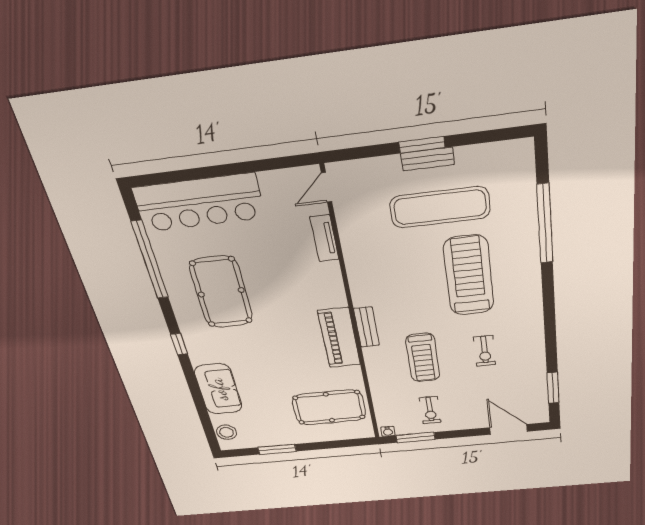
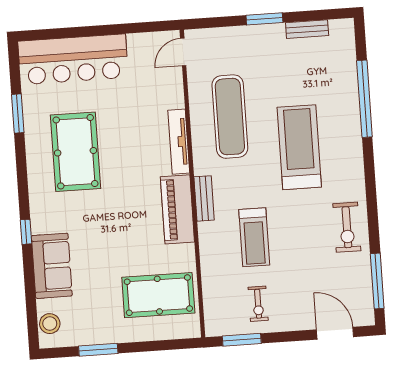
bench: (427, 159) -> (307, 29), moved
exercise mat: (440, 207) -> (230, 117), moved, turned 90
tv unit: (324, 238) -> (179, 142), moved, width x1.41
window: (150, 260) -> (18, 114), width x0.47
window: (179, 344) -> (26, 232), moved
exercise bike: (485, 351) -> (347, 227), moved, width x1.38, depth x1.39
window: (553, 388) -> (377, 281), width x1.44
water cooler: (388, 431) -> (214, 330), removed

